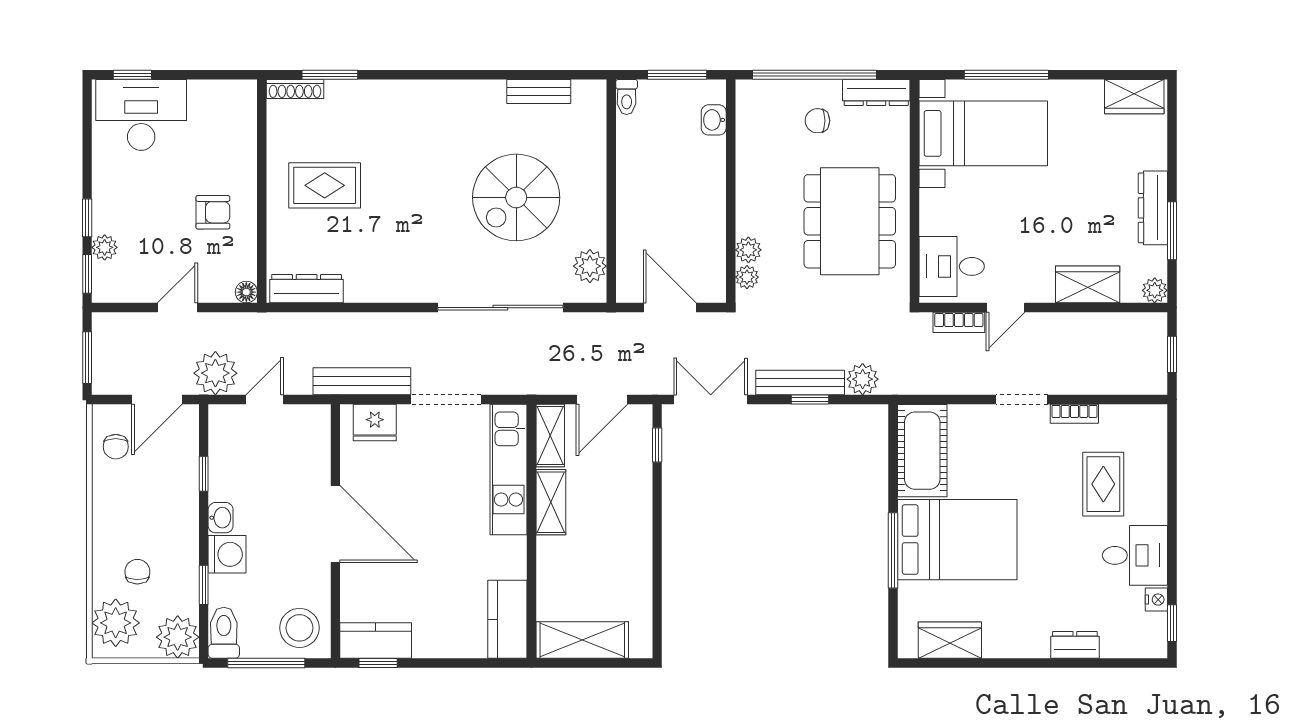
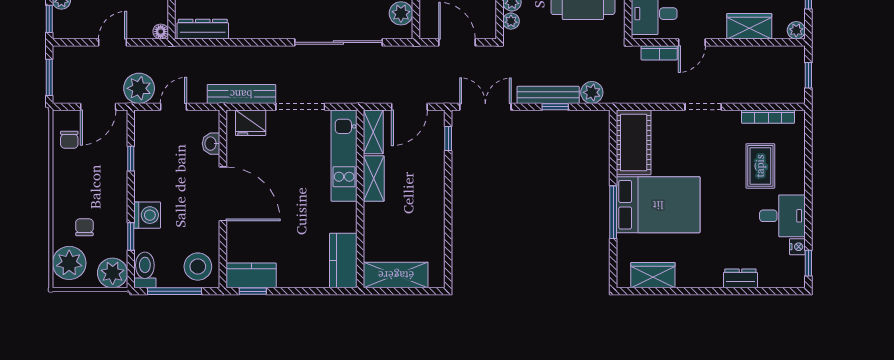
bookcase: (1074, 414) -> (768, 117), moved, width x1.56
washbasin: (221, 518) -> (211, 144), moved, turned 180

